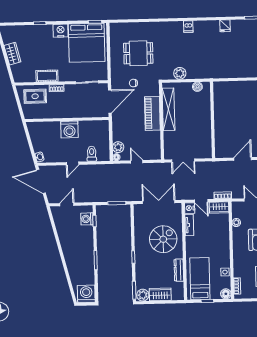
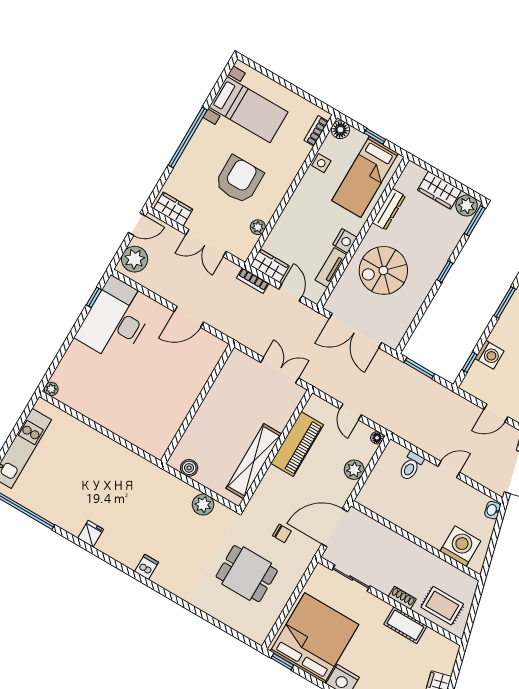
piano: (152, 113) -> (297, 444), moved
washing machine: (69, 129) -> (460, 546), moved
plant: (118, 147) -> (354, 470), moved
nightstand: (190, 208) -> (345, 241), moved
washing machine: (87, 219) -> (490, 355), moved

